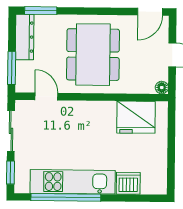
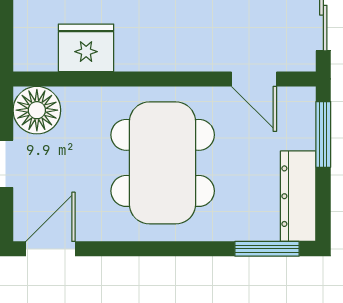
floor lamp: (162, 88) -> (37, 110), width x1.89, depth x1.89
fridge: (136, 117) -> (86, 48), width x0.73, depth x0.75

